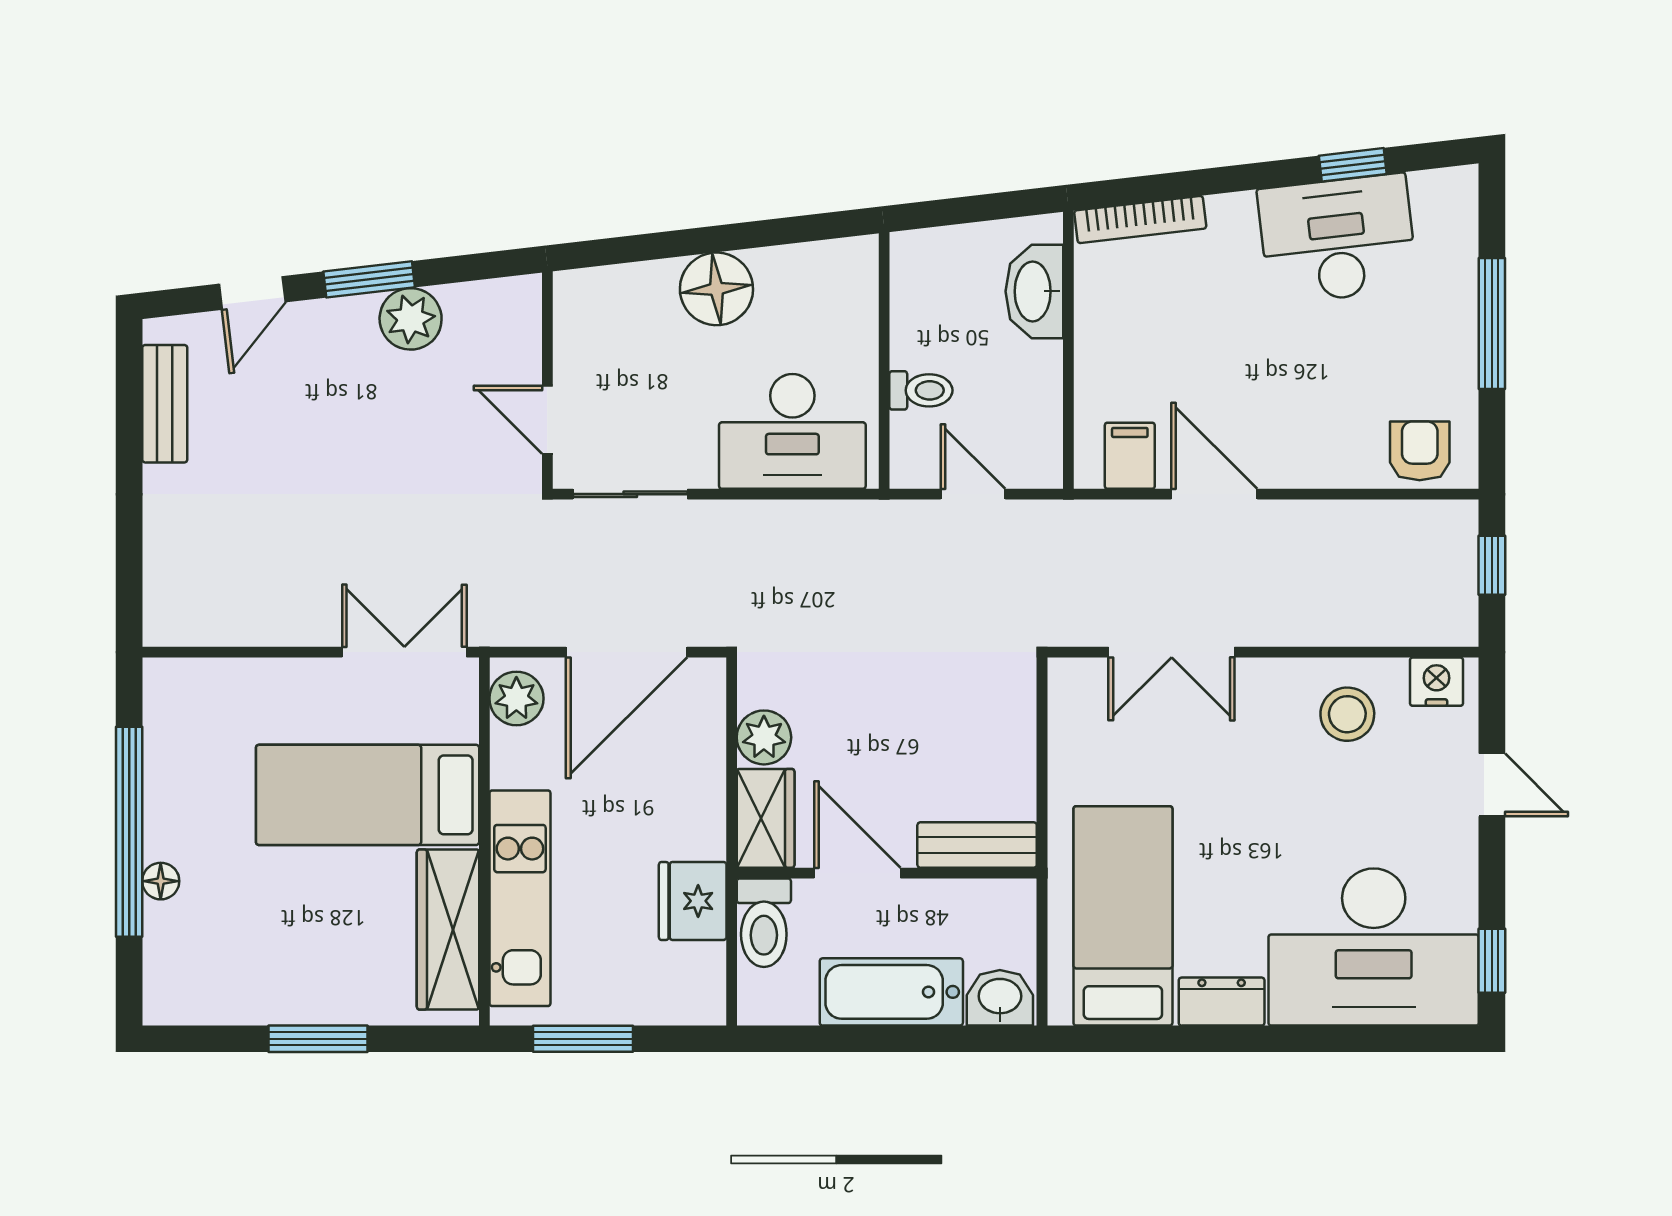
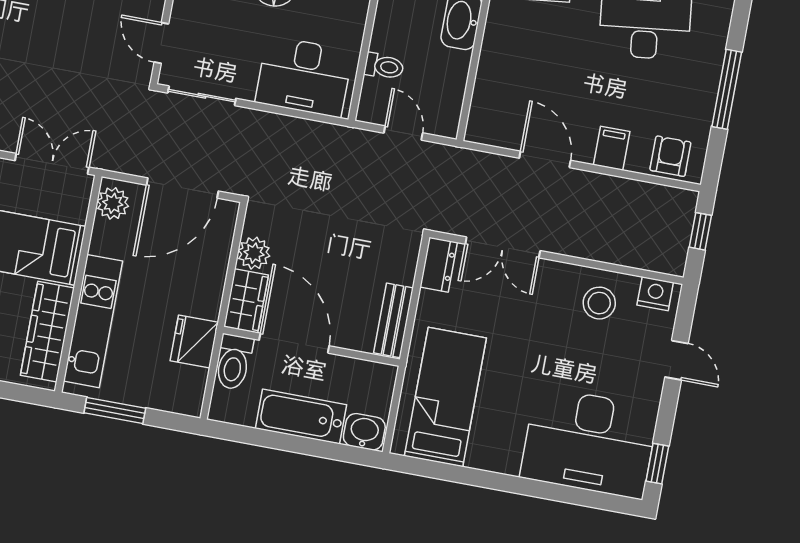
filing cabinet: (1130, 456) -> (612, 148), moved
bench: (977, 845) -> (393, 320), moved, turned 90
door: (857, 873) -> (294, 343), width x1.36
dresser: (1222, 1002) -> (439, 265), moved, turned 90

